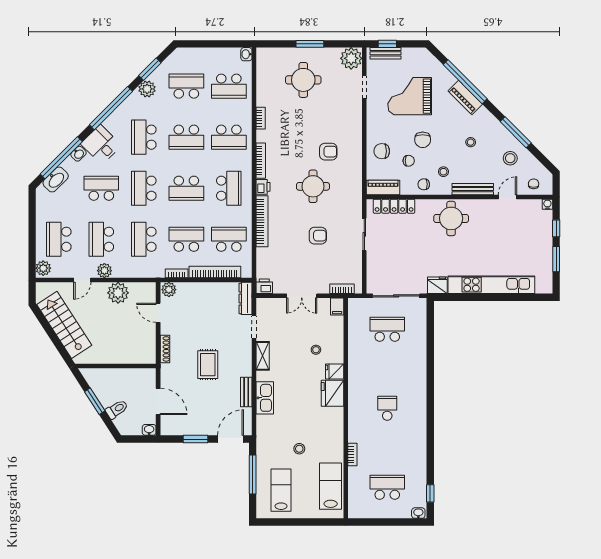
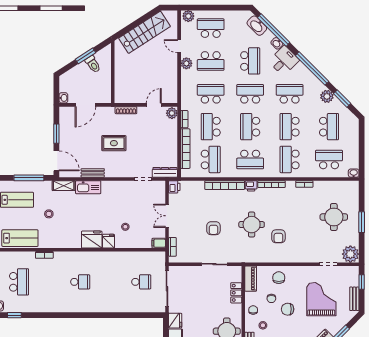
bench: (386, 53) -> (354, 299), moved
school desk: (229, 86) -> (329, 159), turned 90
locker: (394, 206) -> (236, 293), width x0.66
school desk: (101, 239) -> (211, 61), turned 180
school desk: (186, 239) -> (211, 127), turned 180
plant: (118, 293) -> (169, 74), removed
school desk: (387, 329) -> (141, 282), width x0.54
shelving: (263, 356) -> (64, 186), moved
toilet: (117, 409) -> (93, 64), moved

